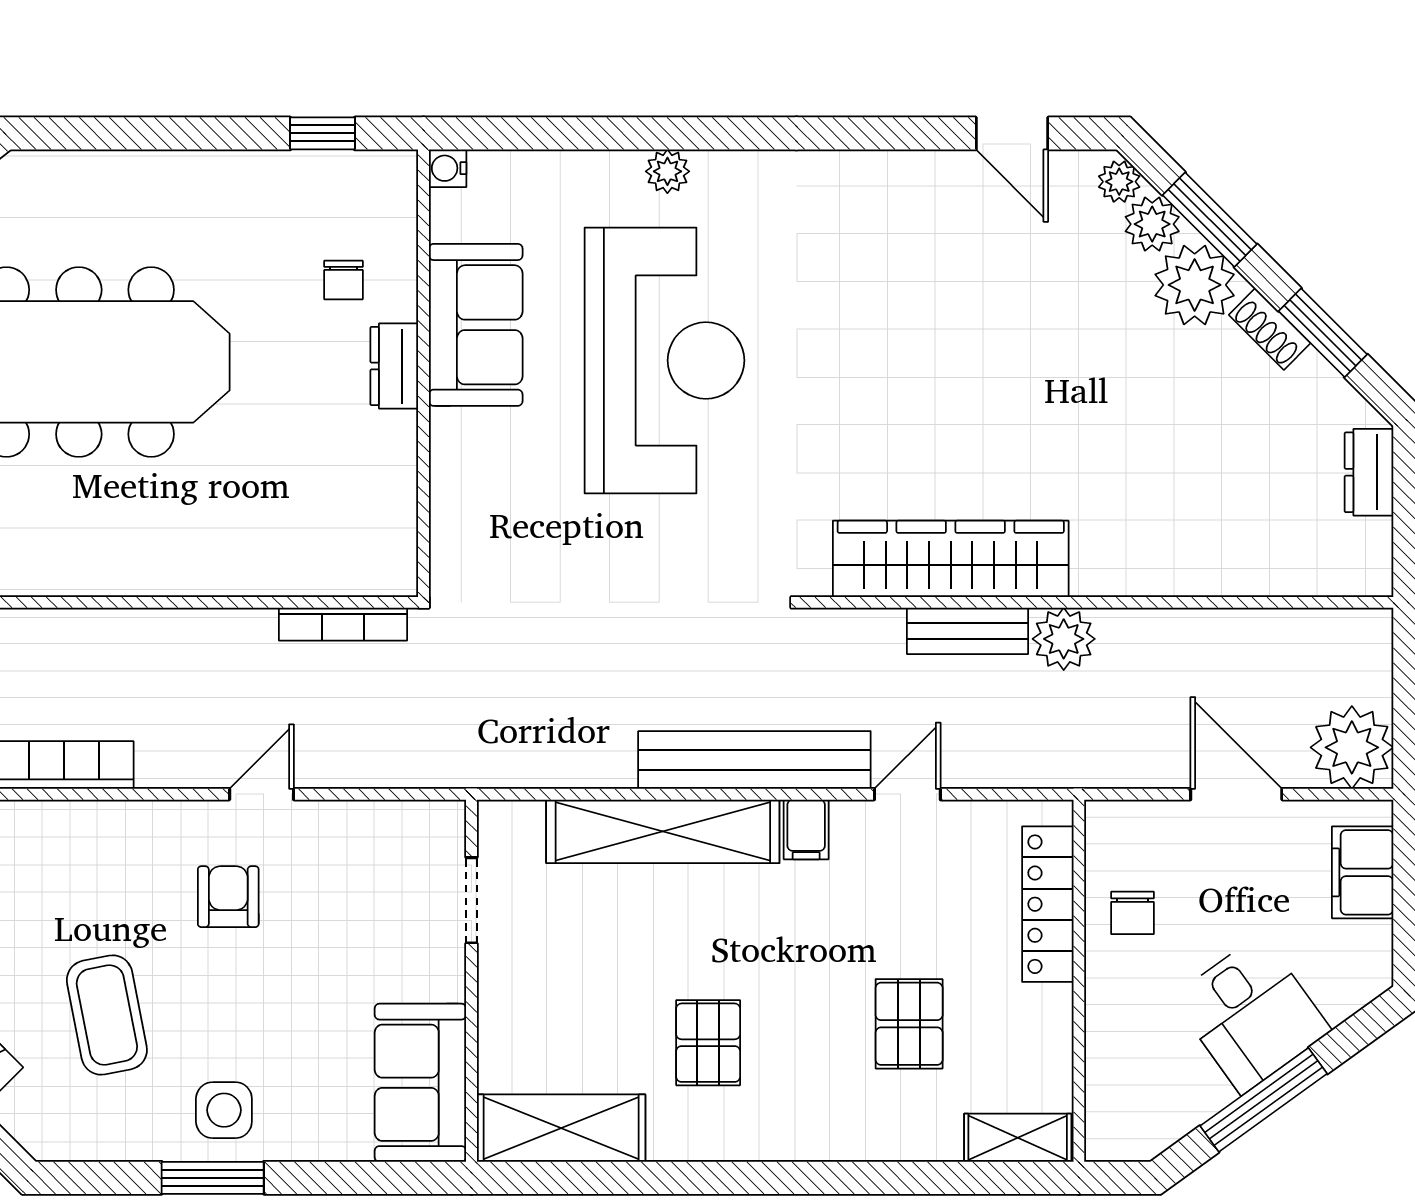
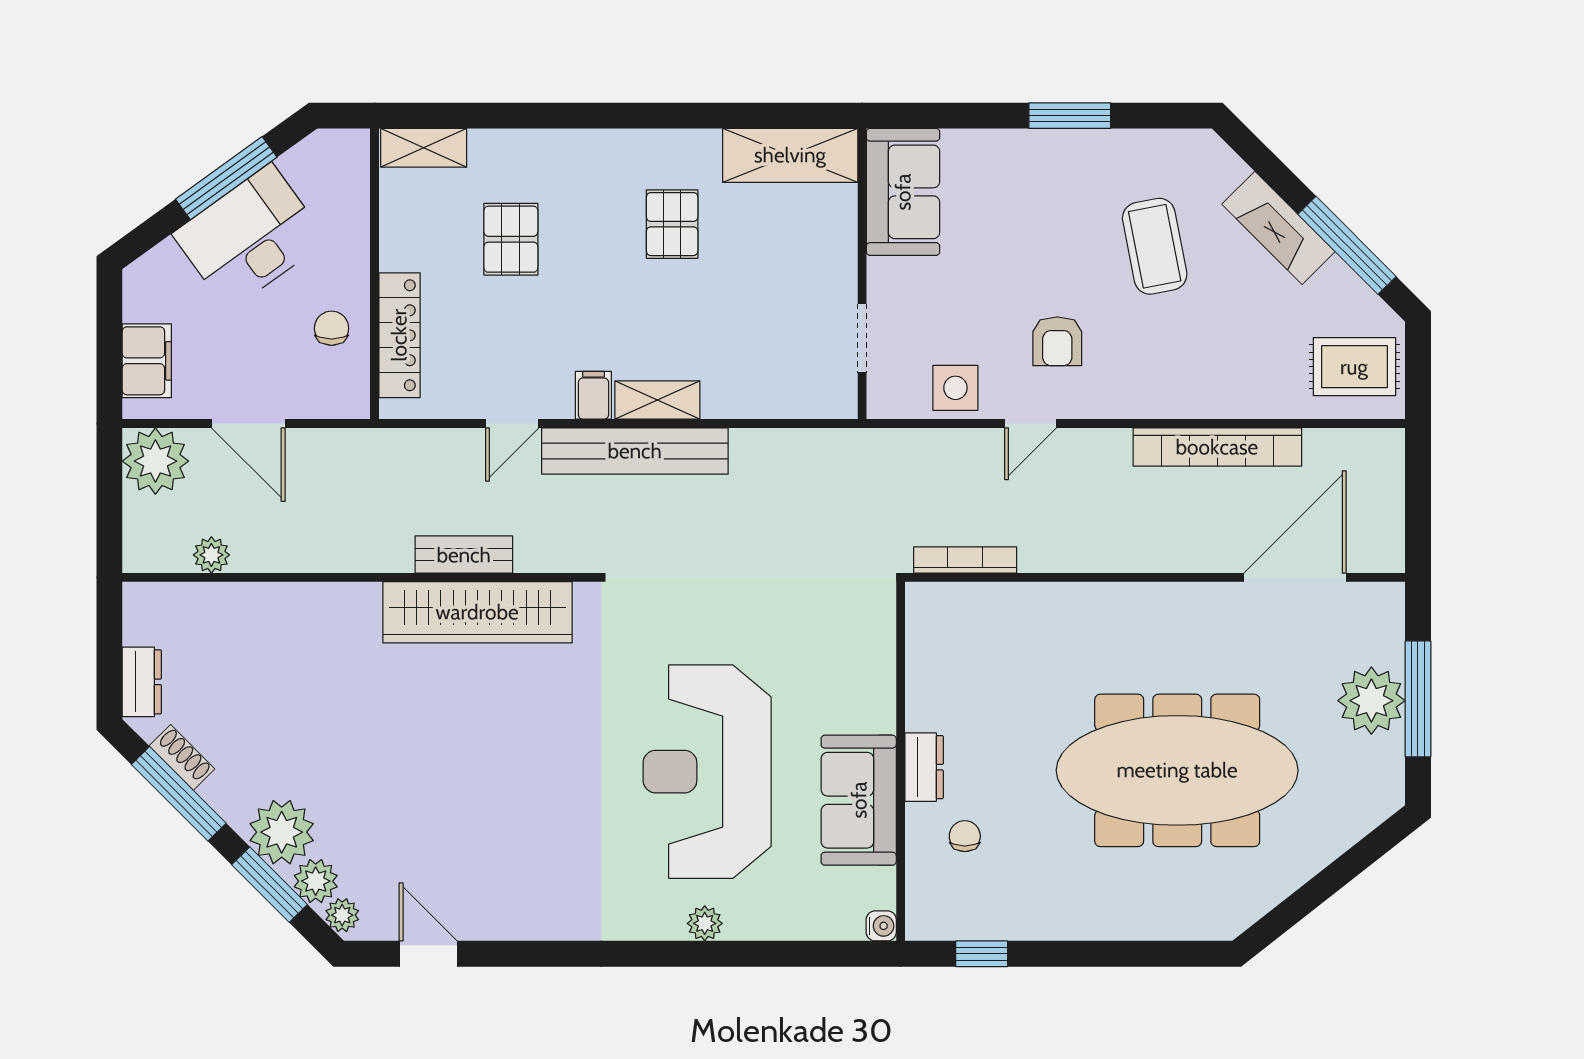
shoe rack: (1270, 329) -> (182, 757), moved
window: (1323, 333) -> (179, 794), width x1.44
plant: (1064, 639) -> (211, 555), moved, width x0.73, depth x0.73
shelving: (663, 831) -> (657, 400), width x0.45, depth x0.75
desk: (1251, 1014) -> (250, 237), width x1.37
side table: (224, 1110) -> (955, 388), moved

